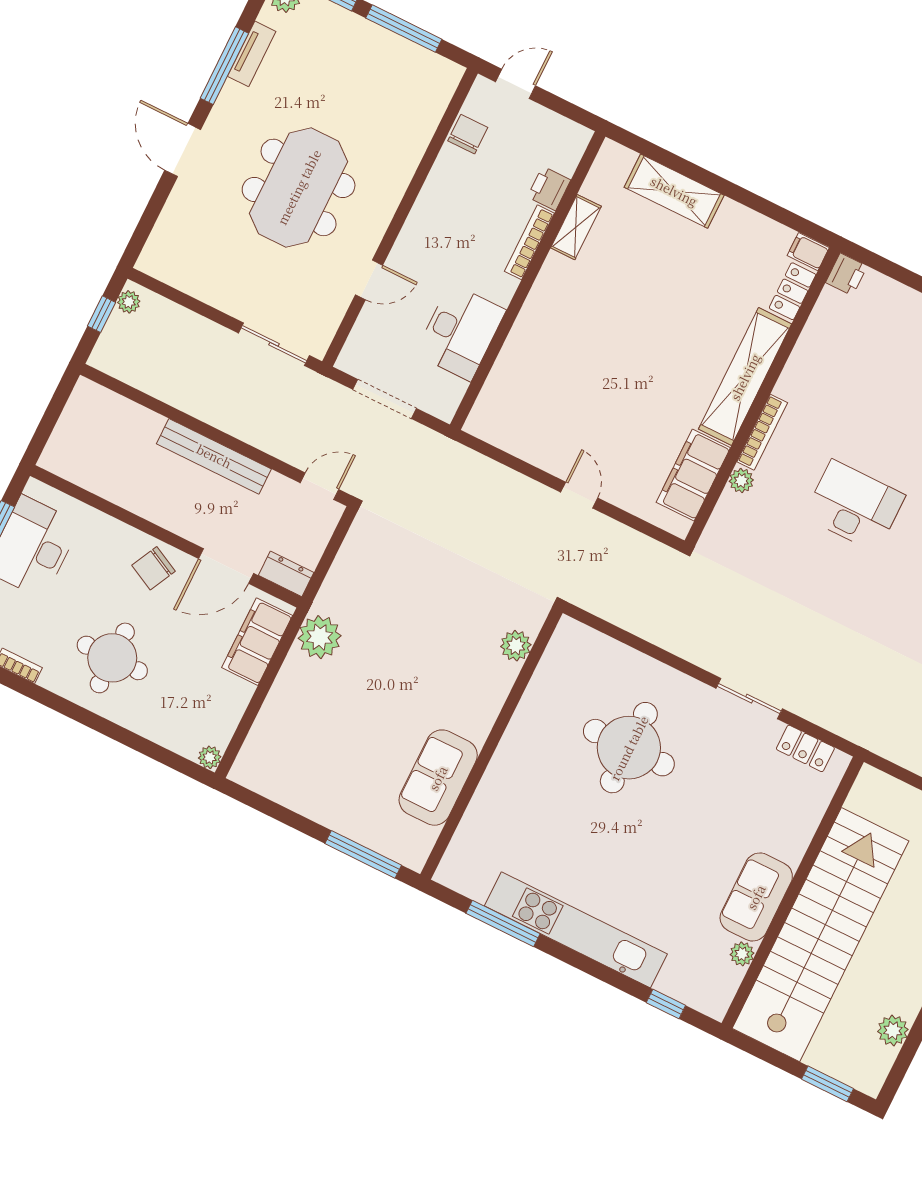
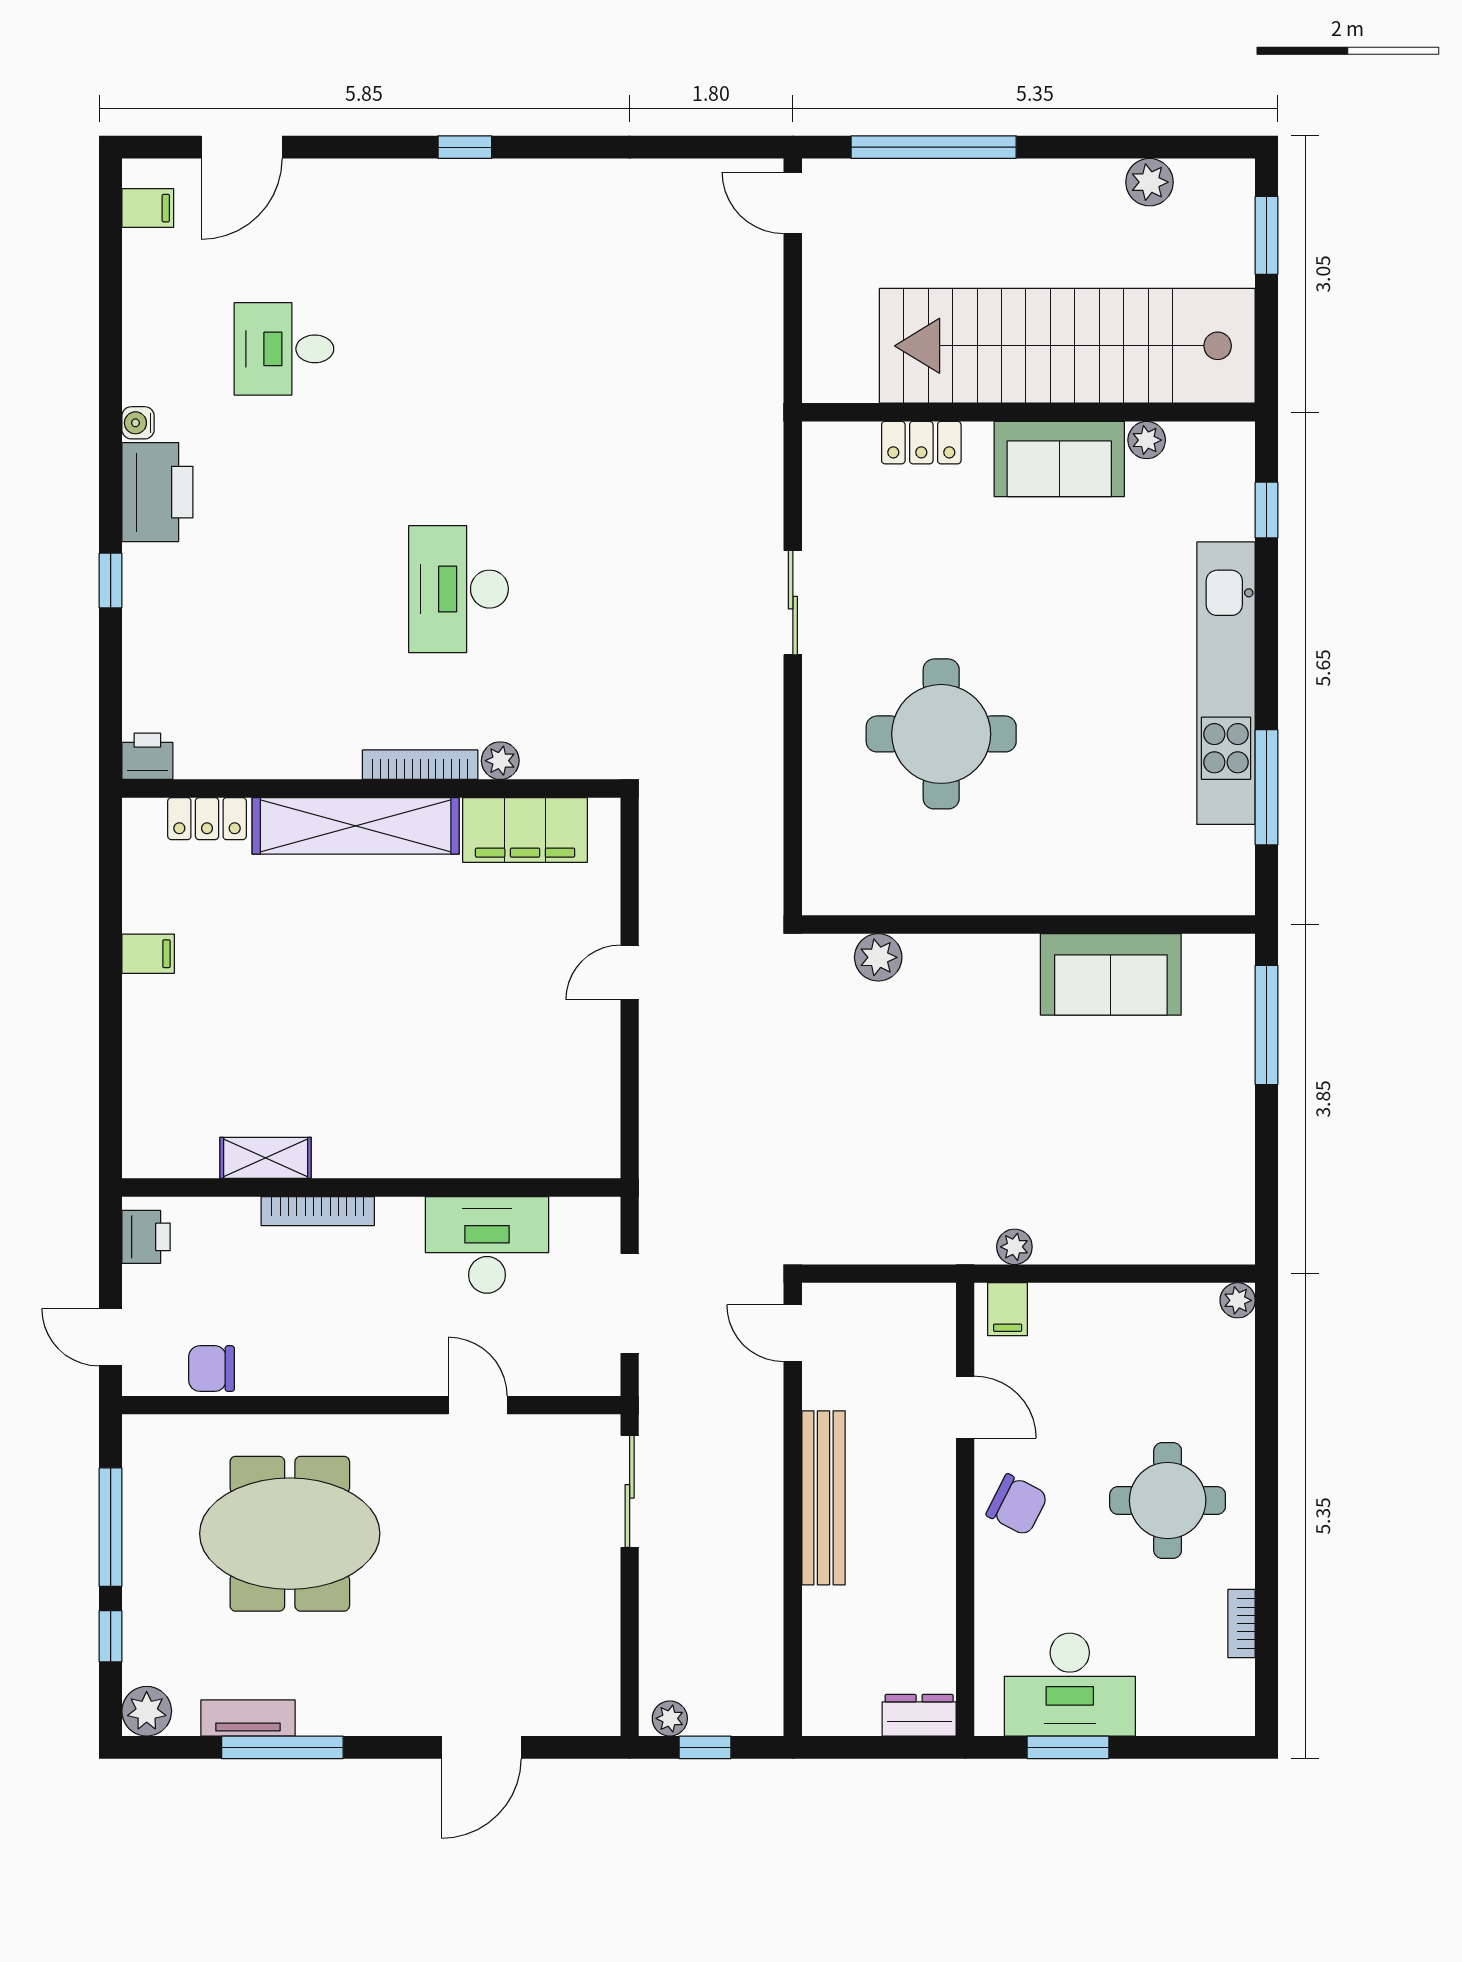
door: (183, 150) -> (481, 1747), moved
meeting table: (299, 187) -> (290, 1534), moved
printer: (549, 188) -> (146, 1237), moved, turned -90
shelving: (674, 191) -> (150, 1048), removed
filing cabinet: (808, 252) -> (148, 954), moved, turned -90
door: (226, 566) -> (965, 1407), width x0.73
dresser: (286, 574) -> (919, 1715), moved, turned 90
plant: (320, 637) -> (1014, 1247), width x0.53, depth x0.53
filing cabinet: (257, 642) -> (1008, 1309), width x0.33, depth x0.86
locker: (805, 748) -> (921, 443), moved, turned 90

